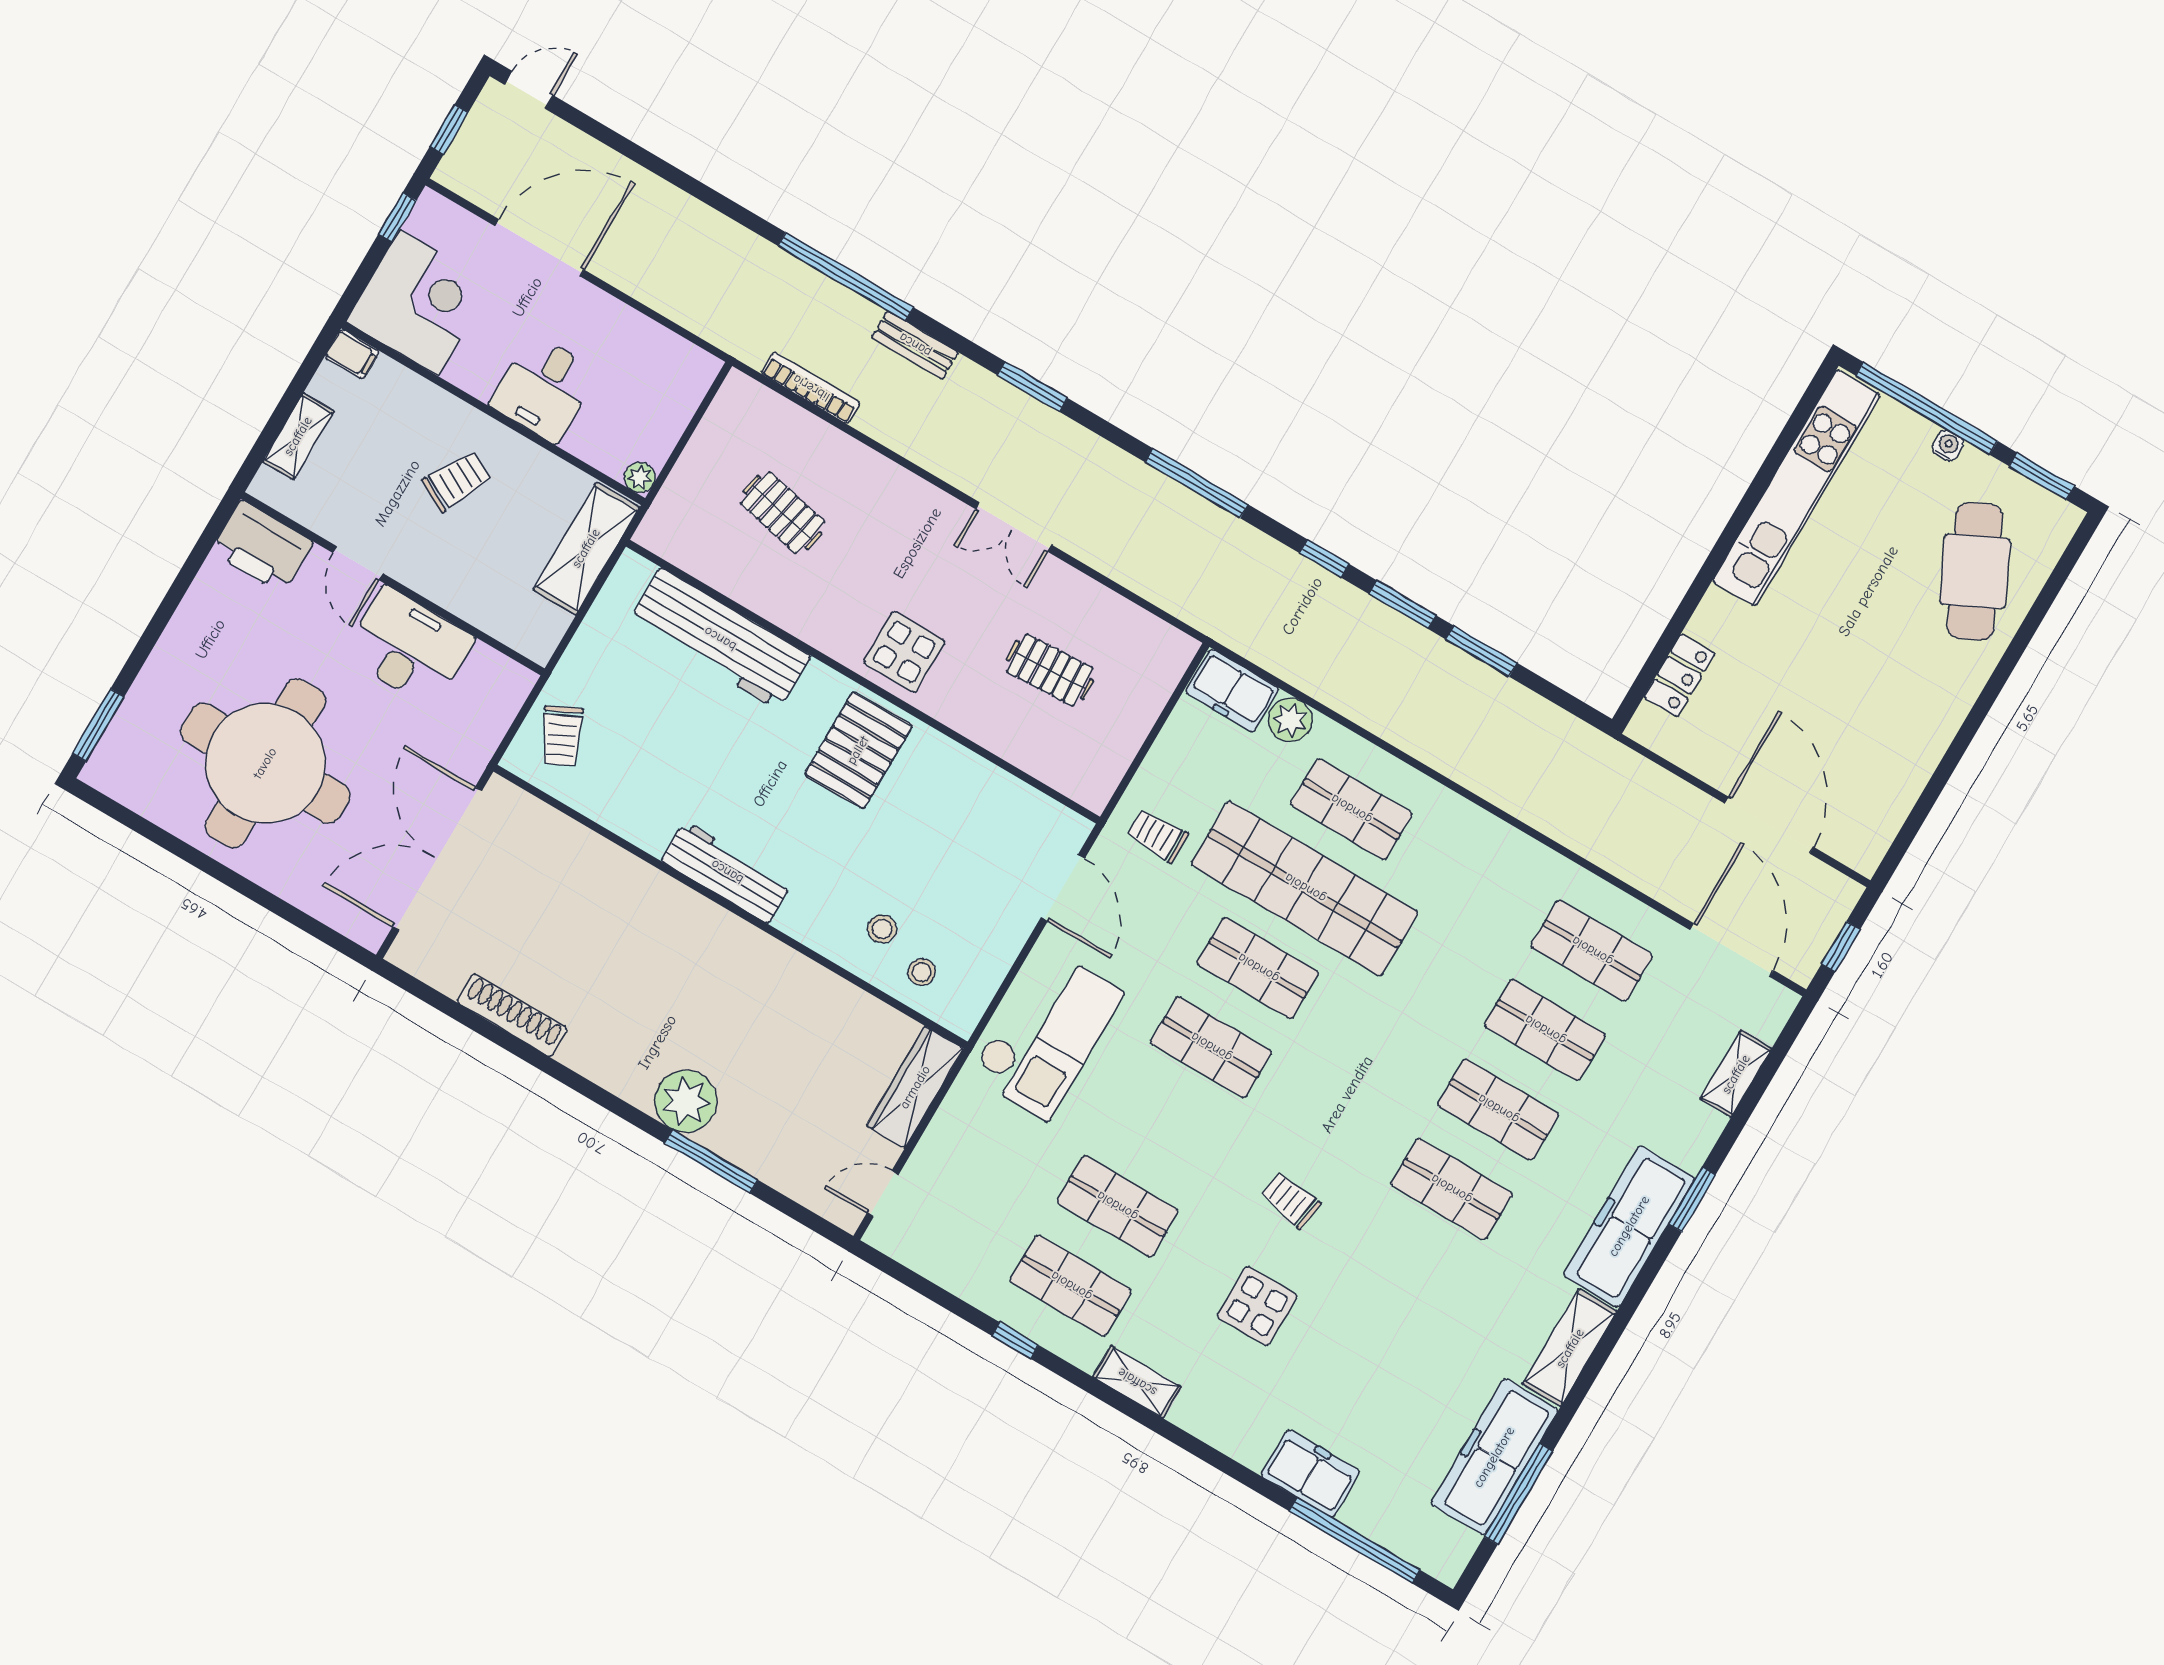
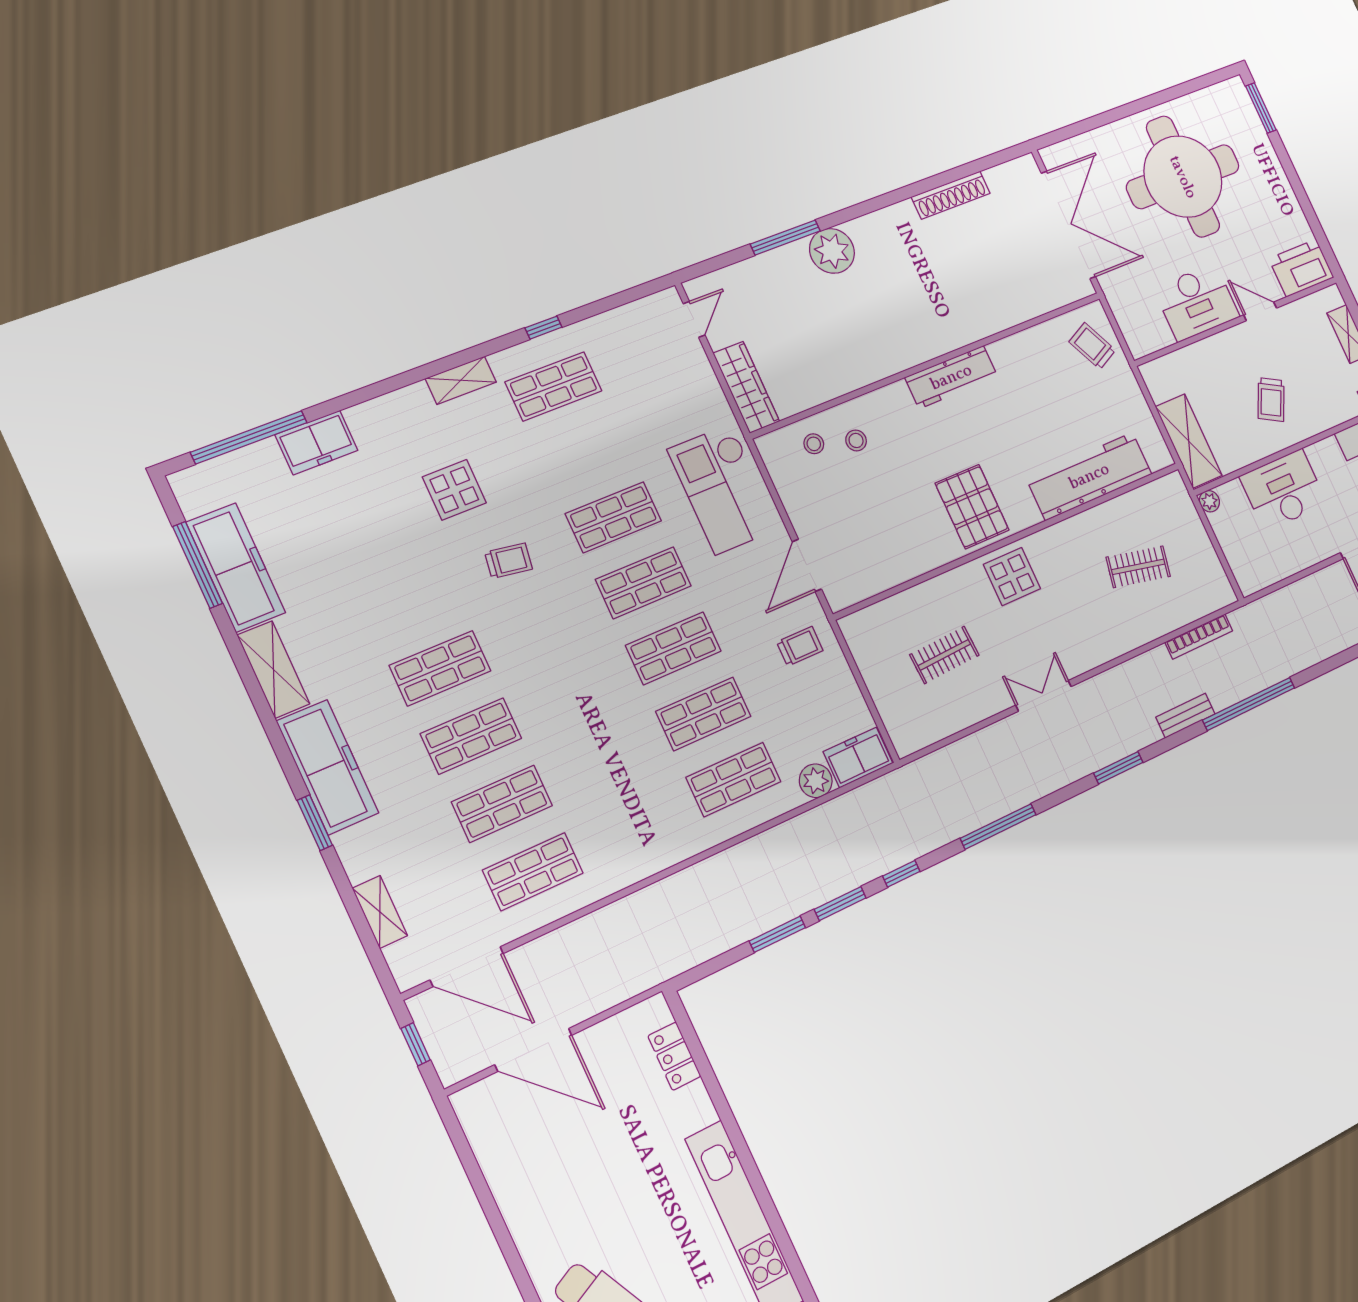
desk: (544, 388) -> (1283, 490), width x1.37
door: (1063, 888) -> (807, 565), hinge flipped
shop shelf: (1305, 888) -> (703, 714), width x0.50, depth x0.74
shop shelf: (1117, 1206) -> (613, 517), moved

